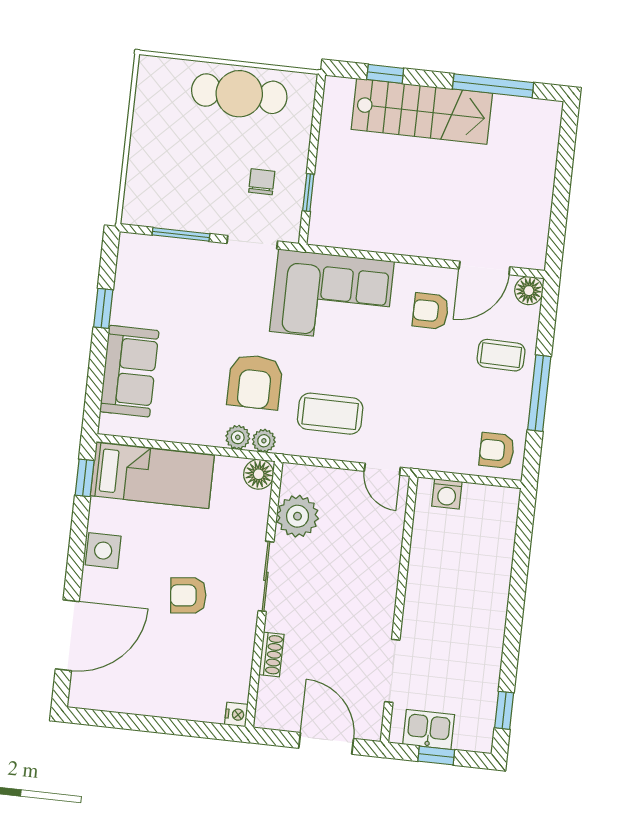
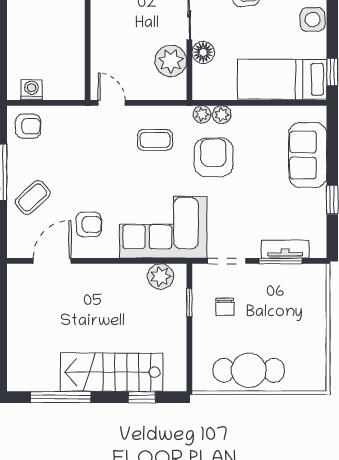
plant: (343, 231) -> (161, 277), added
tv unit: (173, 249) -> (285, 249), added
floor lamp: (529, 291) -> (17, 248), removed
coffee table: (501, 355) -> (33, 197), turned -44
coffee table: (330, 414) -> (155, 140), width x0.73, depth x0.77
floor lamp: (259, 474) -> (203, 52), moved
washing machine: (447, 494) -> (31, 90), moved

